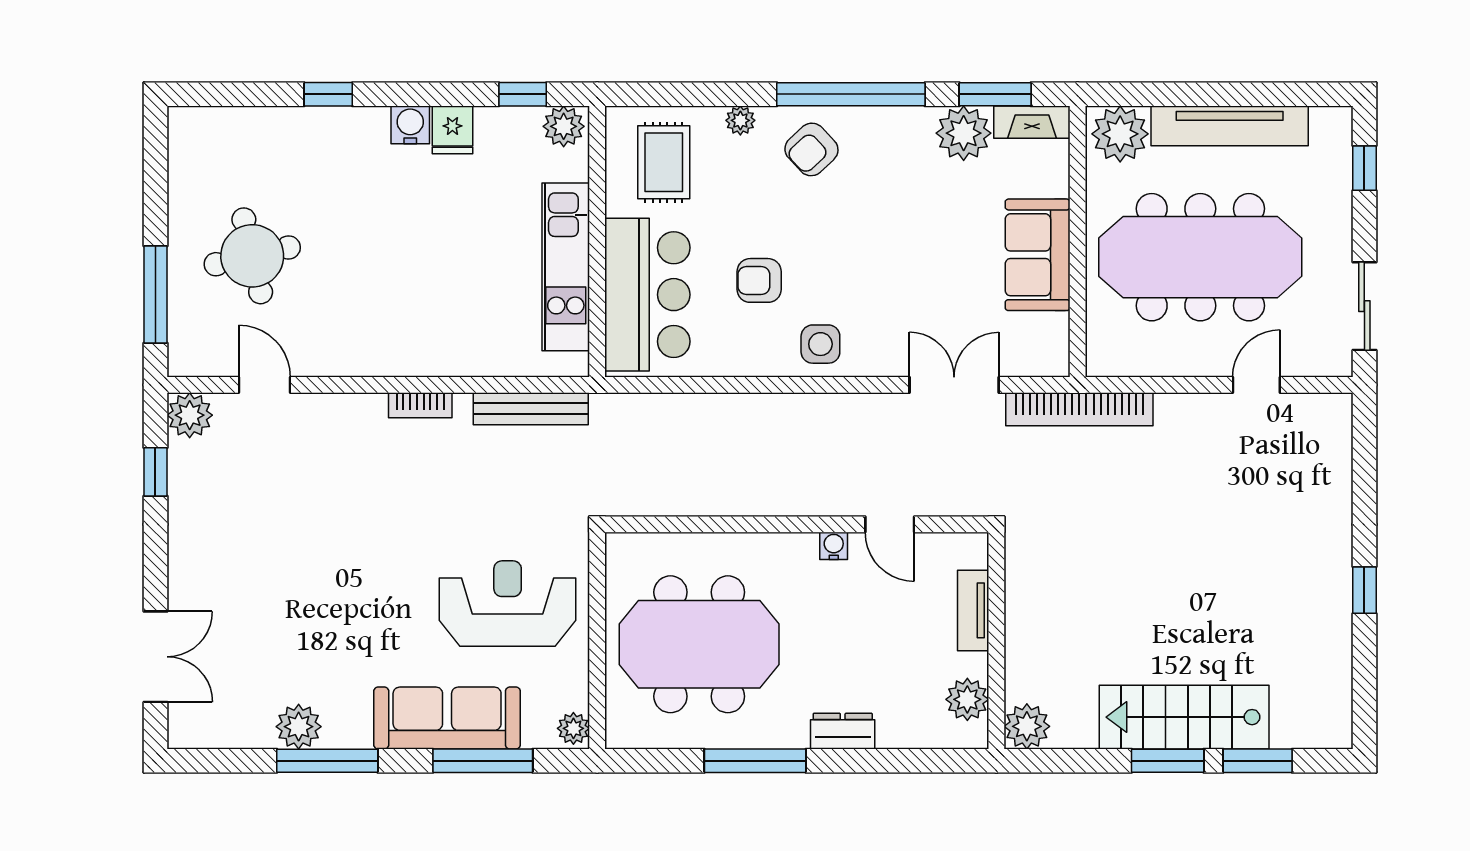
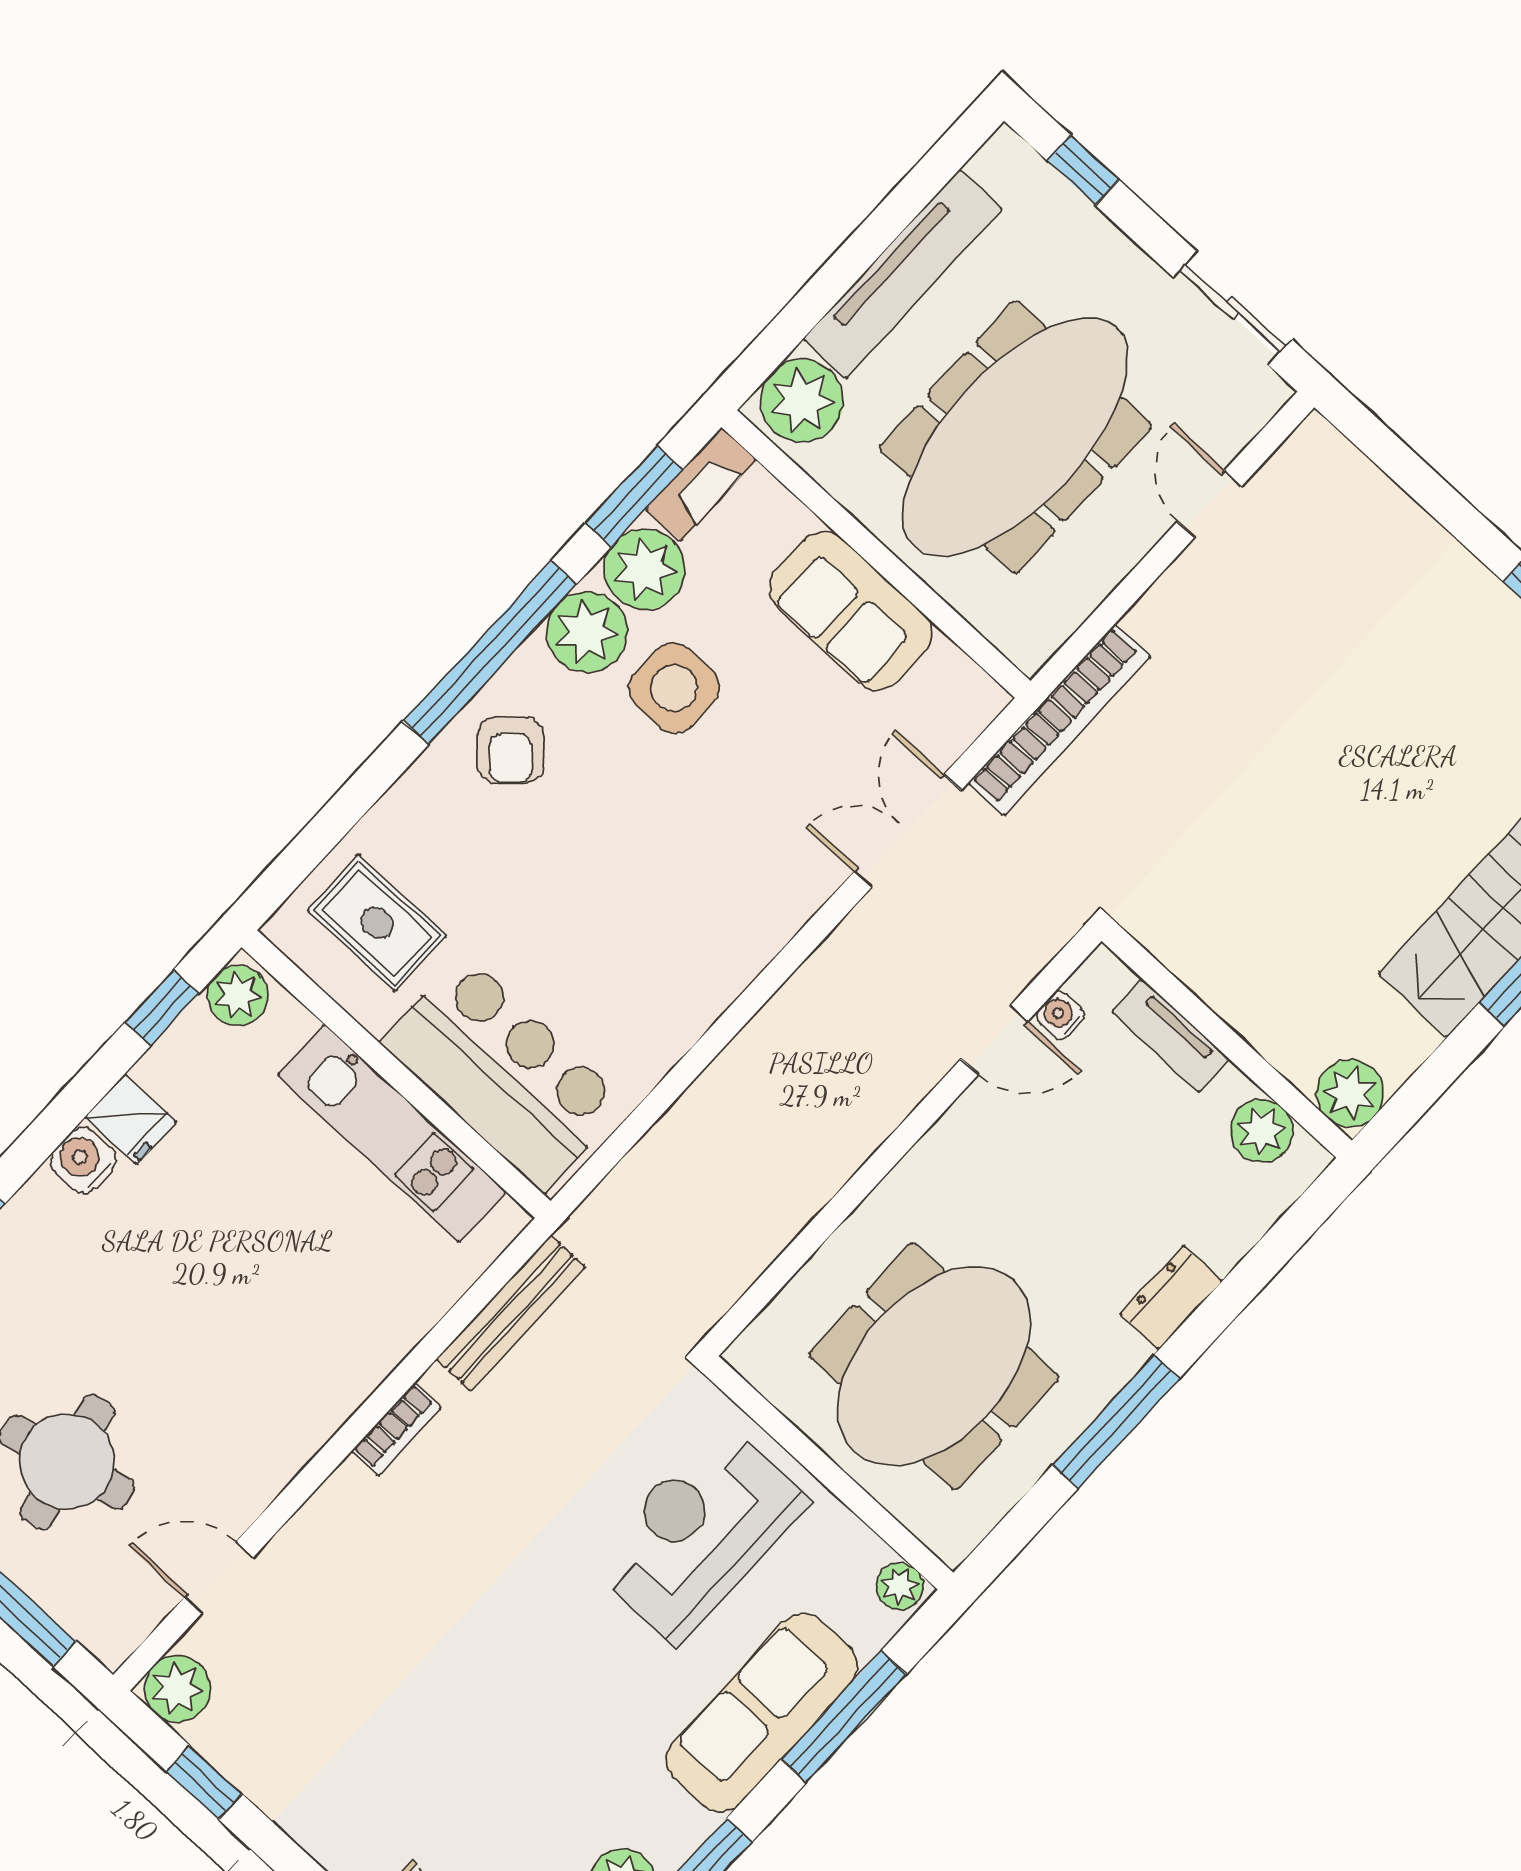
plant: (740, 120) -> (587, 632), moved, width x1.88, depth x1.88
armchair: (759, 280) -> (600, 938), removed
side table: (820, 344) -> (674, 688), moved, width x1.37, depth x1.37
water cooler: (834, 546) -> (1060, 1015), moved

